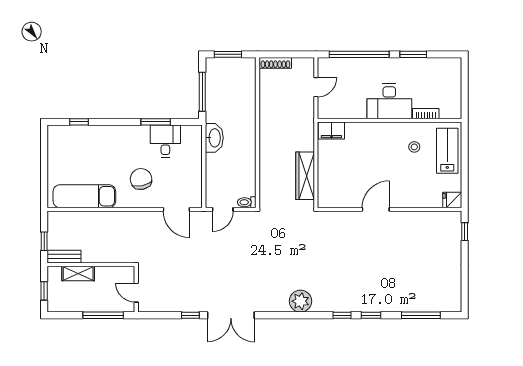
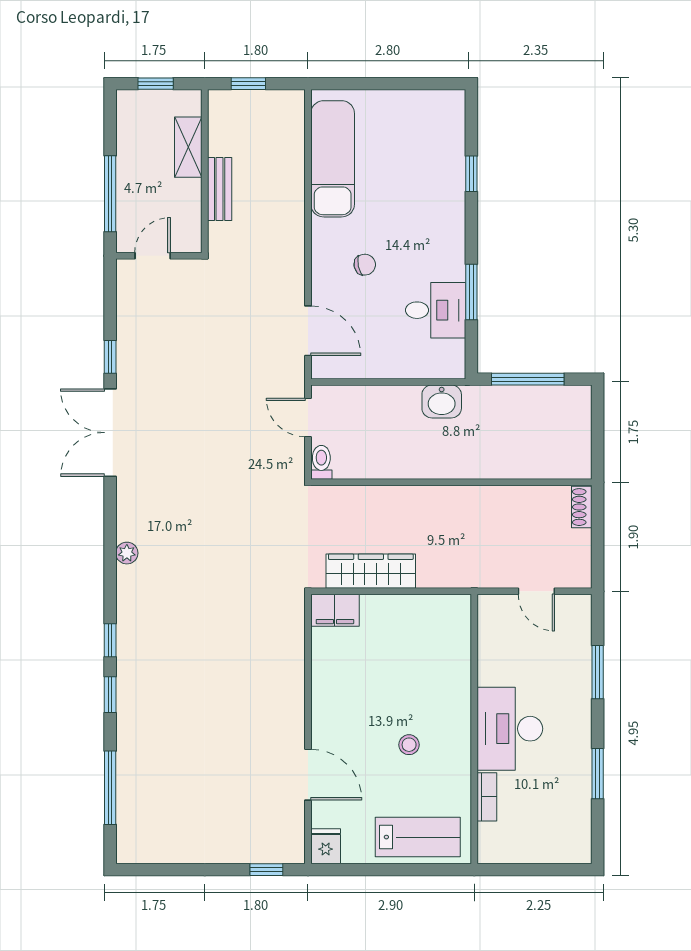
window: (228, 54) -> (598, 427), removed
window: (359, 54) -> (598, 672), width x0.47
shoe rack: (275, 63) -> (582, 507), width x0.70
window: (79, 122) -> (471, 174), moved
filing cabinet: (331, 131) -> (335, 610), moved, turned -90
washbasin: (214, 138) -> (442, 401), width x0.72
stool: (414, 147) -> (409, 745), moved
chair: (141, 179) -> (365, 265), width x0.54, depth x0.54
door: (176, 209) -> (308, 331), swing flipped
door: (376, 209) -> (308, 775), moved
bench: (64, 257) -> (220, 189), moved
plant: (300, 301) -> (127, 553), width x0.53, depth x0.53

